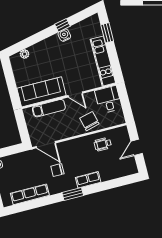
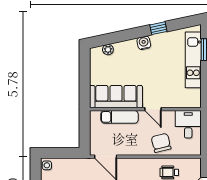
water cooler: (64, 35) -> (144, 43), moved
kitchen unit: (103, 61) -> (193, 60), moved

